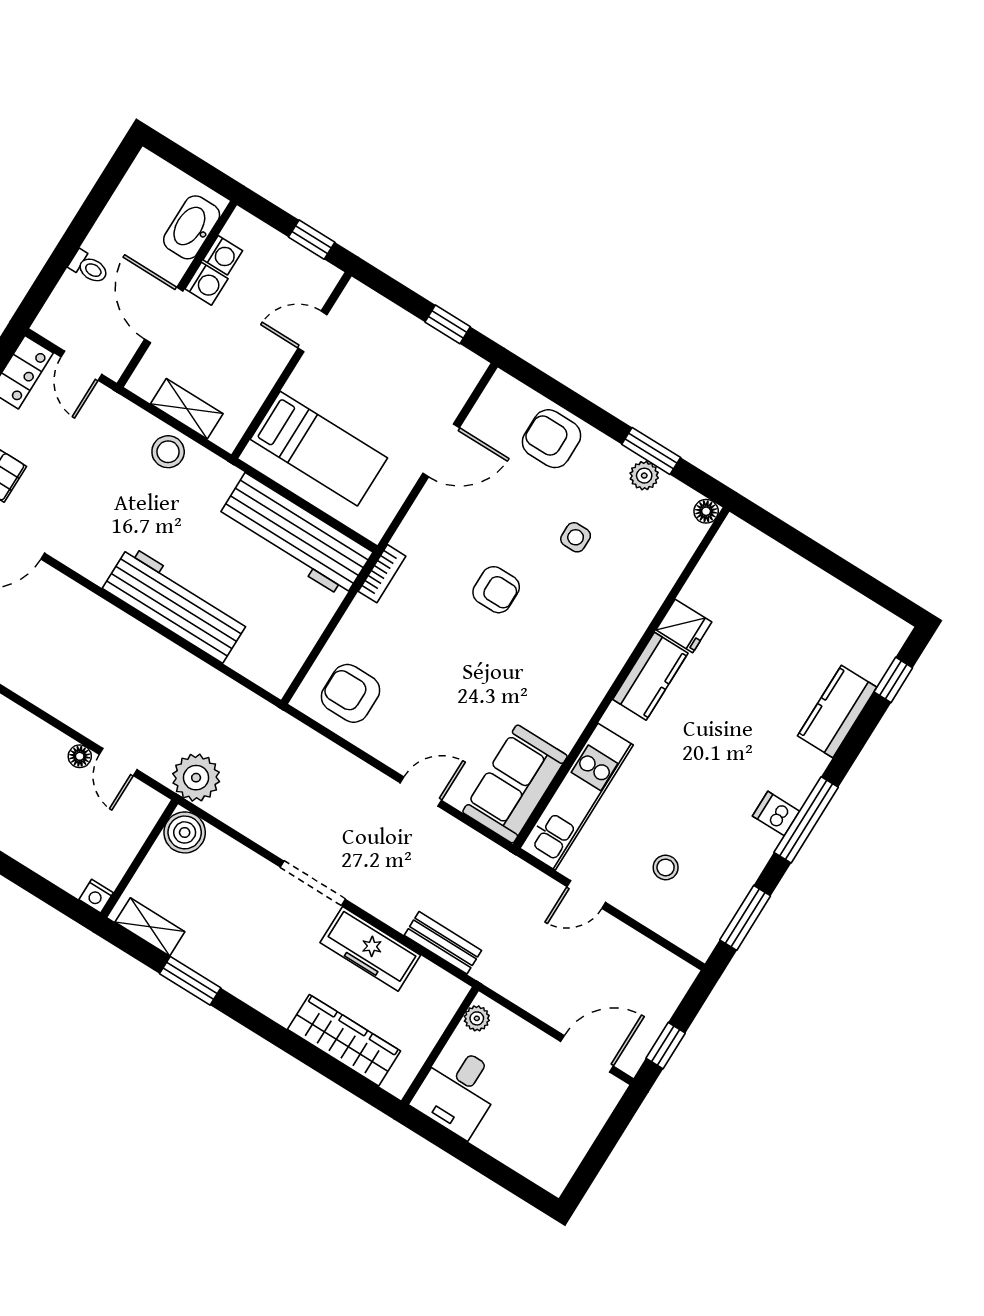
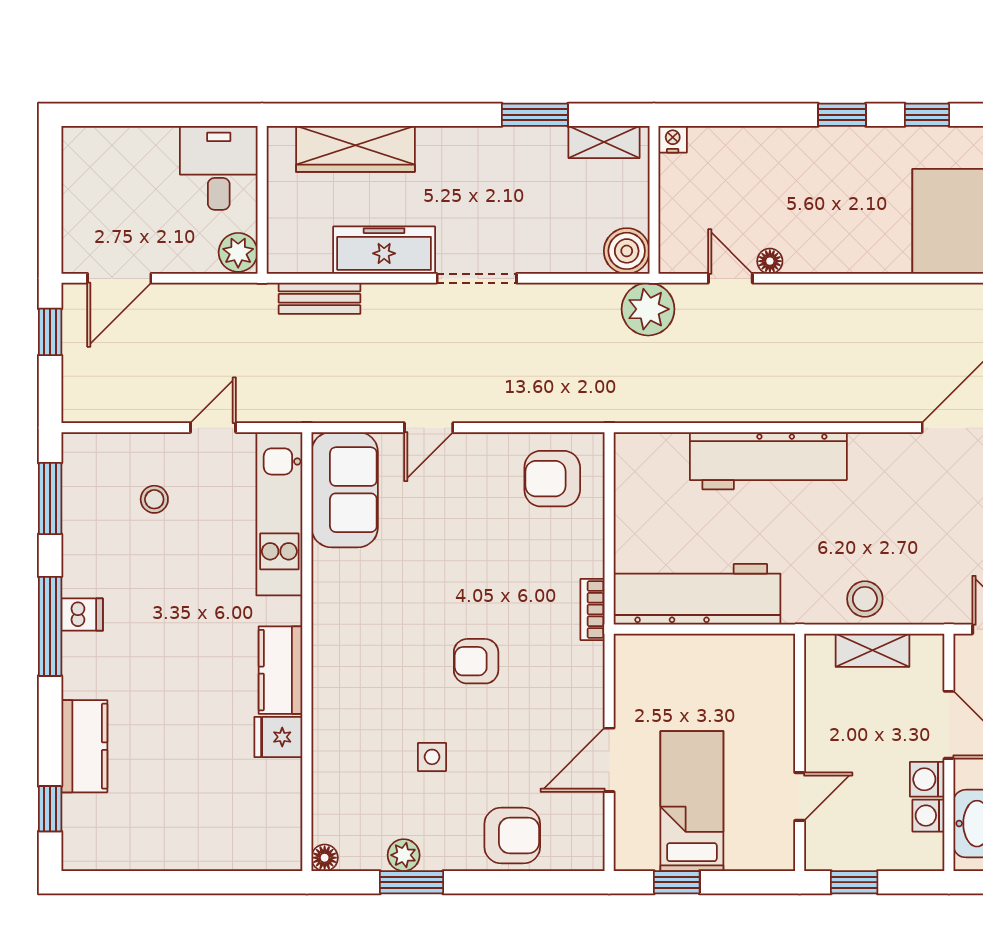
bed: (319, 449) -> (692, 801), moved, turned 90
armchair: (351, 693) -> (552, 479), turned 180
plant: (477, 1018) -> (238, 252), width x1.38, depth x1.38

